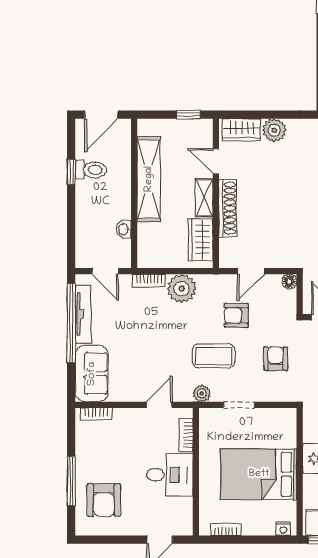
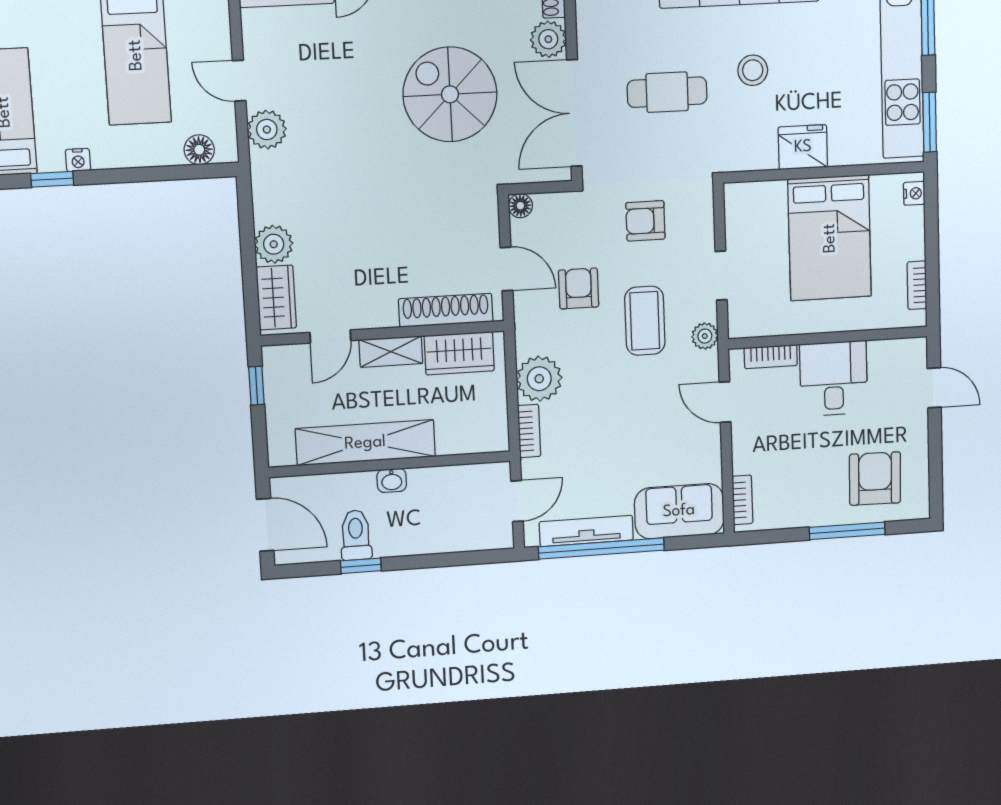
shoe rack: (228, 208) -> (446, 310), moved
washbasin: (124, 229) -> (392, 480), moved
armchair: (236, 315) -> (579, 288), turned 180
armchair: (104, 500) -> (875, 479), turned -89

